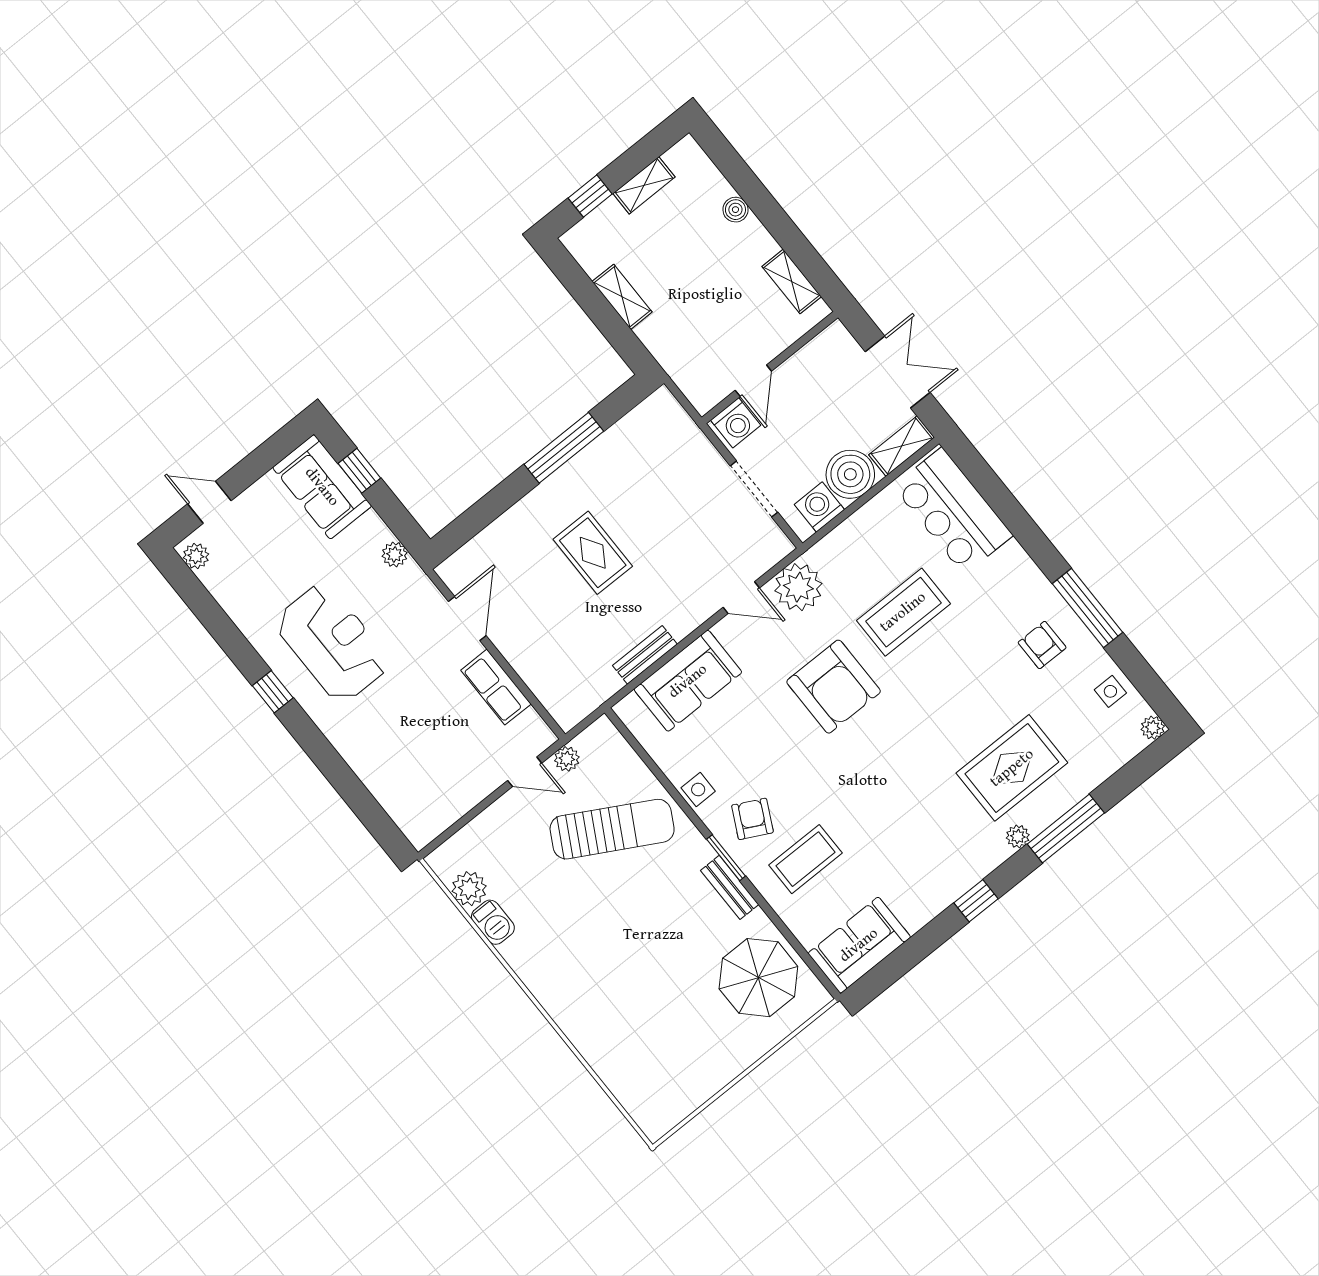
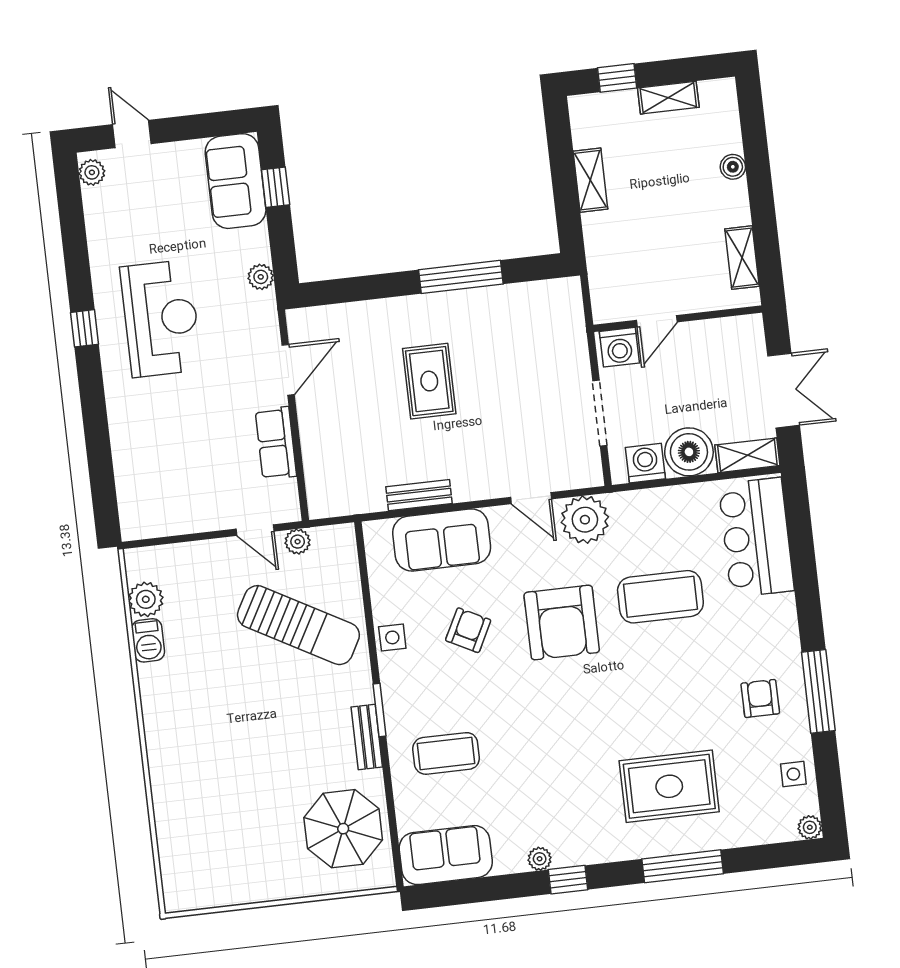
armchair: (752, 819) -> (468, 630), moved
plant: (1018, 836) -> (540, 859), moved

